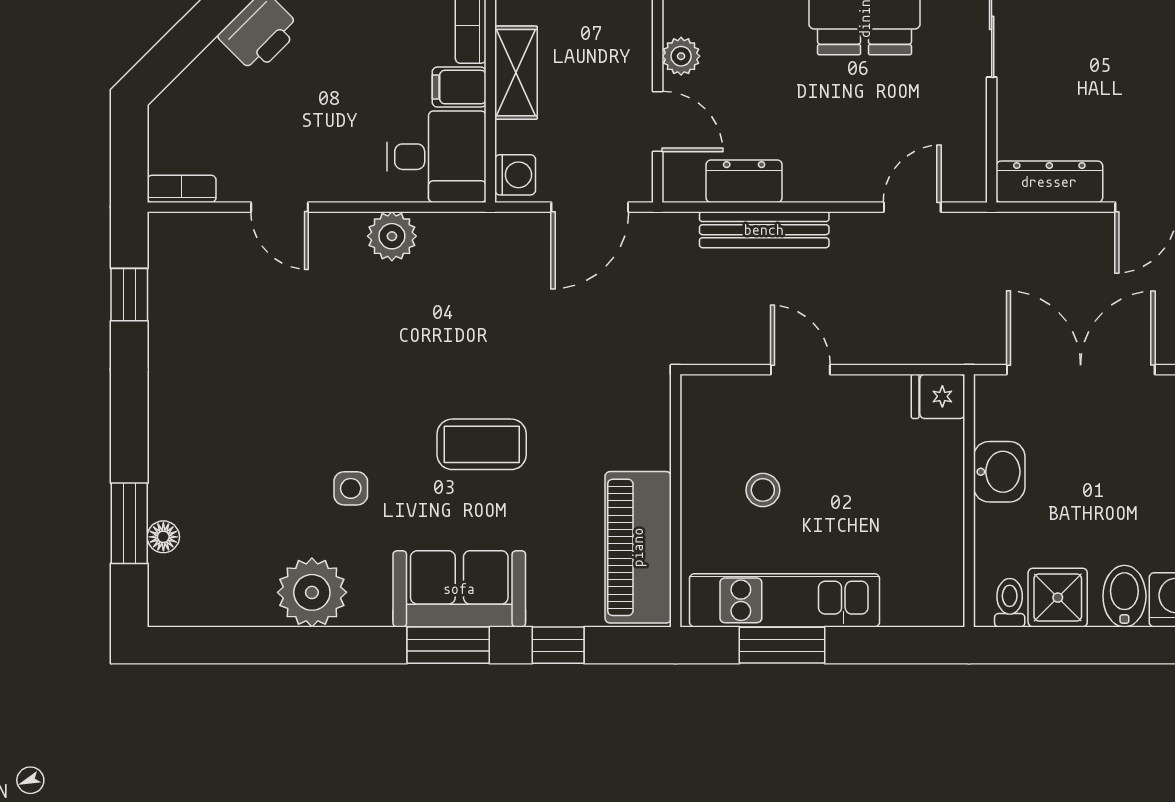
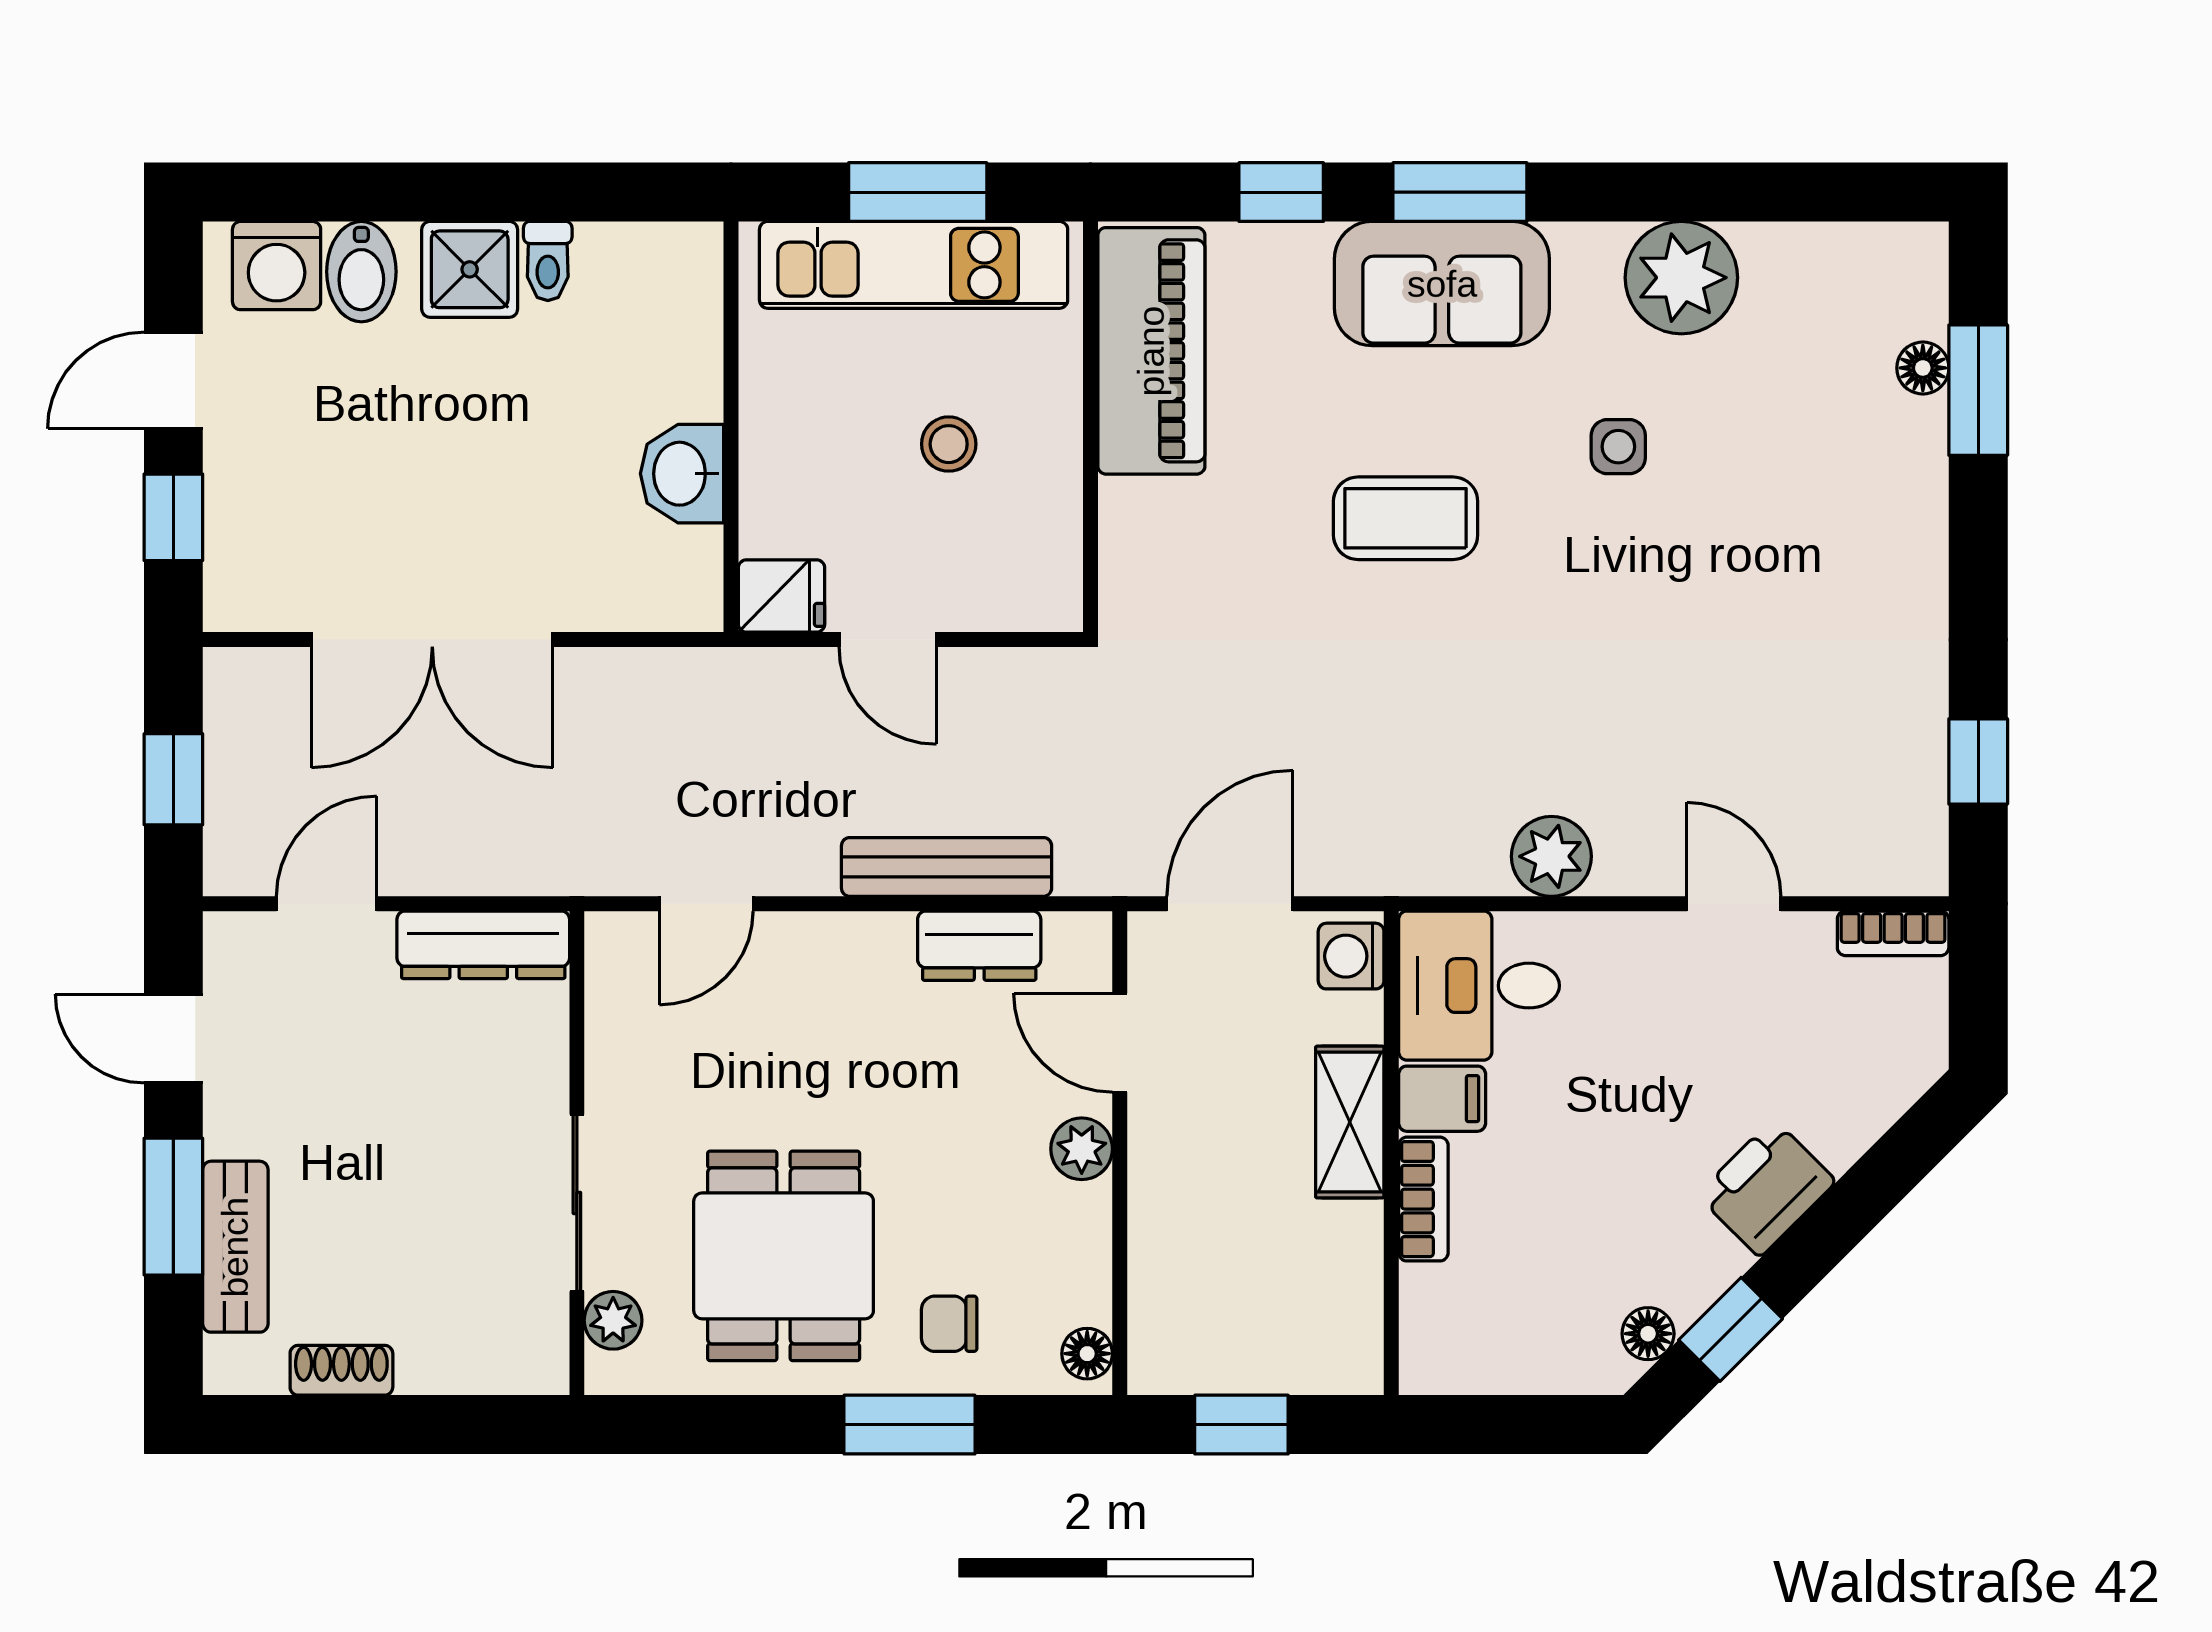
fridge: (938, 396) -> (781, 596), moved
washbasin: (999, 472) -> (682, 474), moved
wall: (969, 501) -> (731, 427), moved

